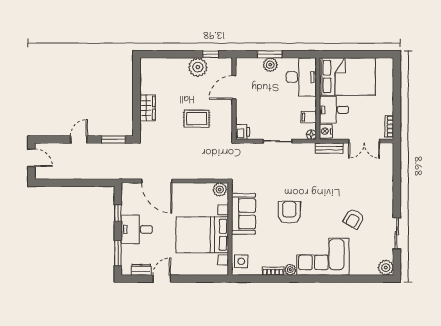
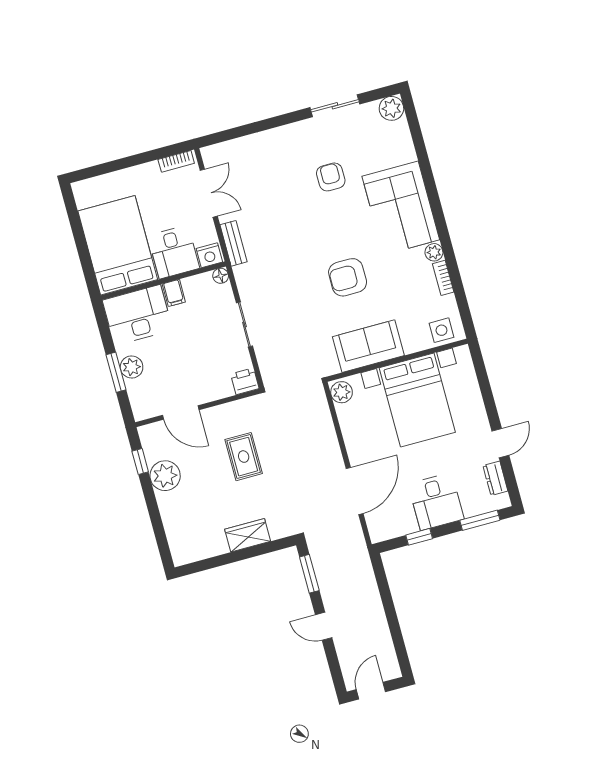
filing cabinet: (309, 117) -> (174, 293), moved
armchair: (354, 219) -> (331, 177), turned -120
door: (162, 279) -> (500, 443), swing flipped

